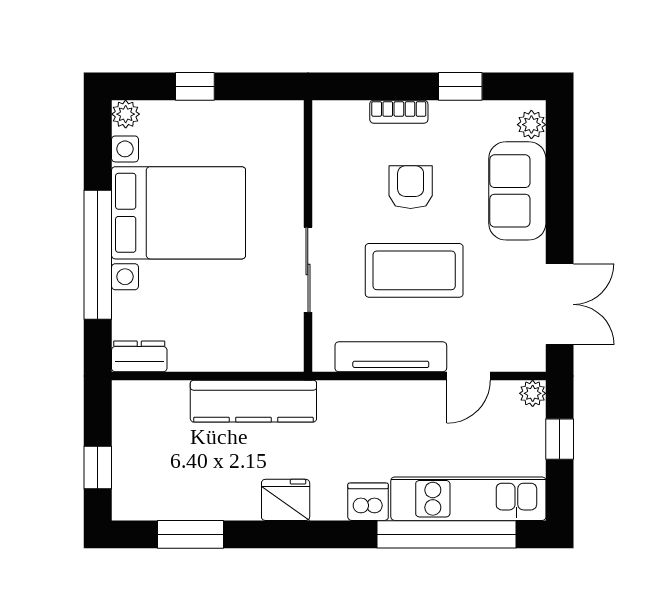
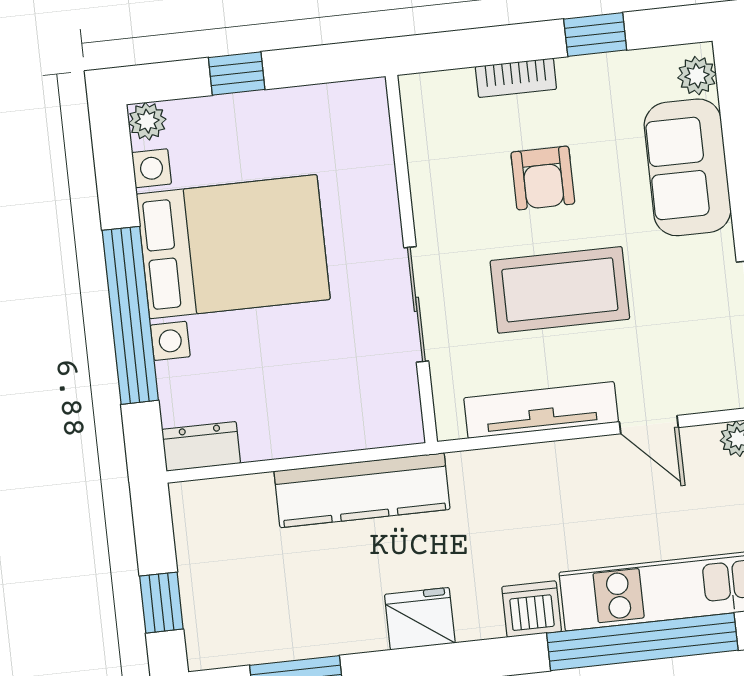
armchair: (411, 187) -> (543, 178), turned 180
door: (469, 376) -> (649, 425), hinge flipped

